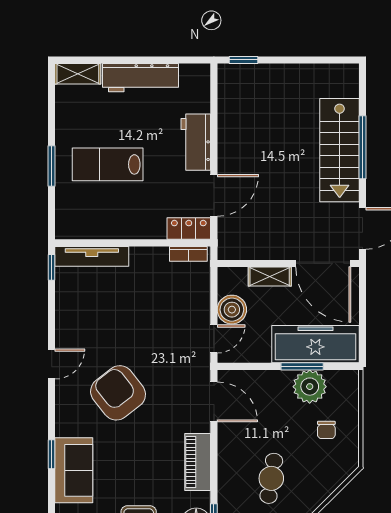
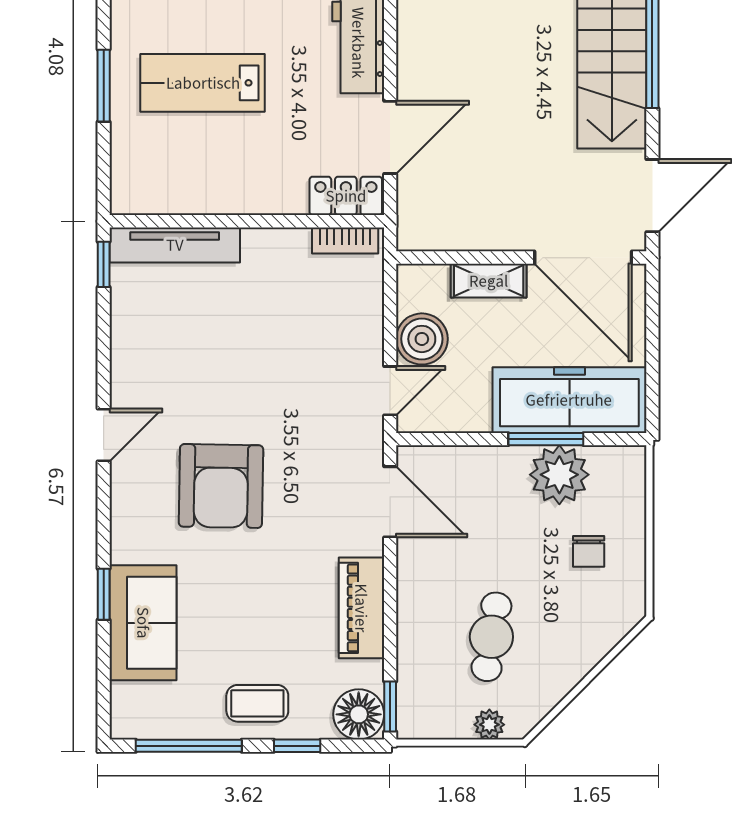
armchair: (118, 393) -> (221, 486), turned -141

